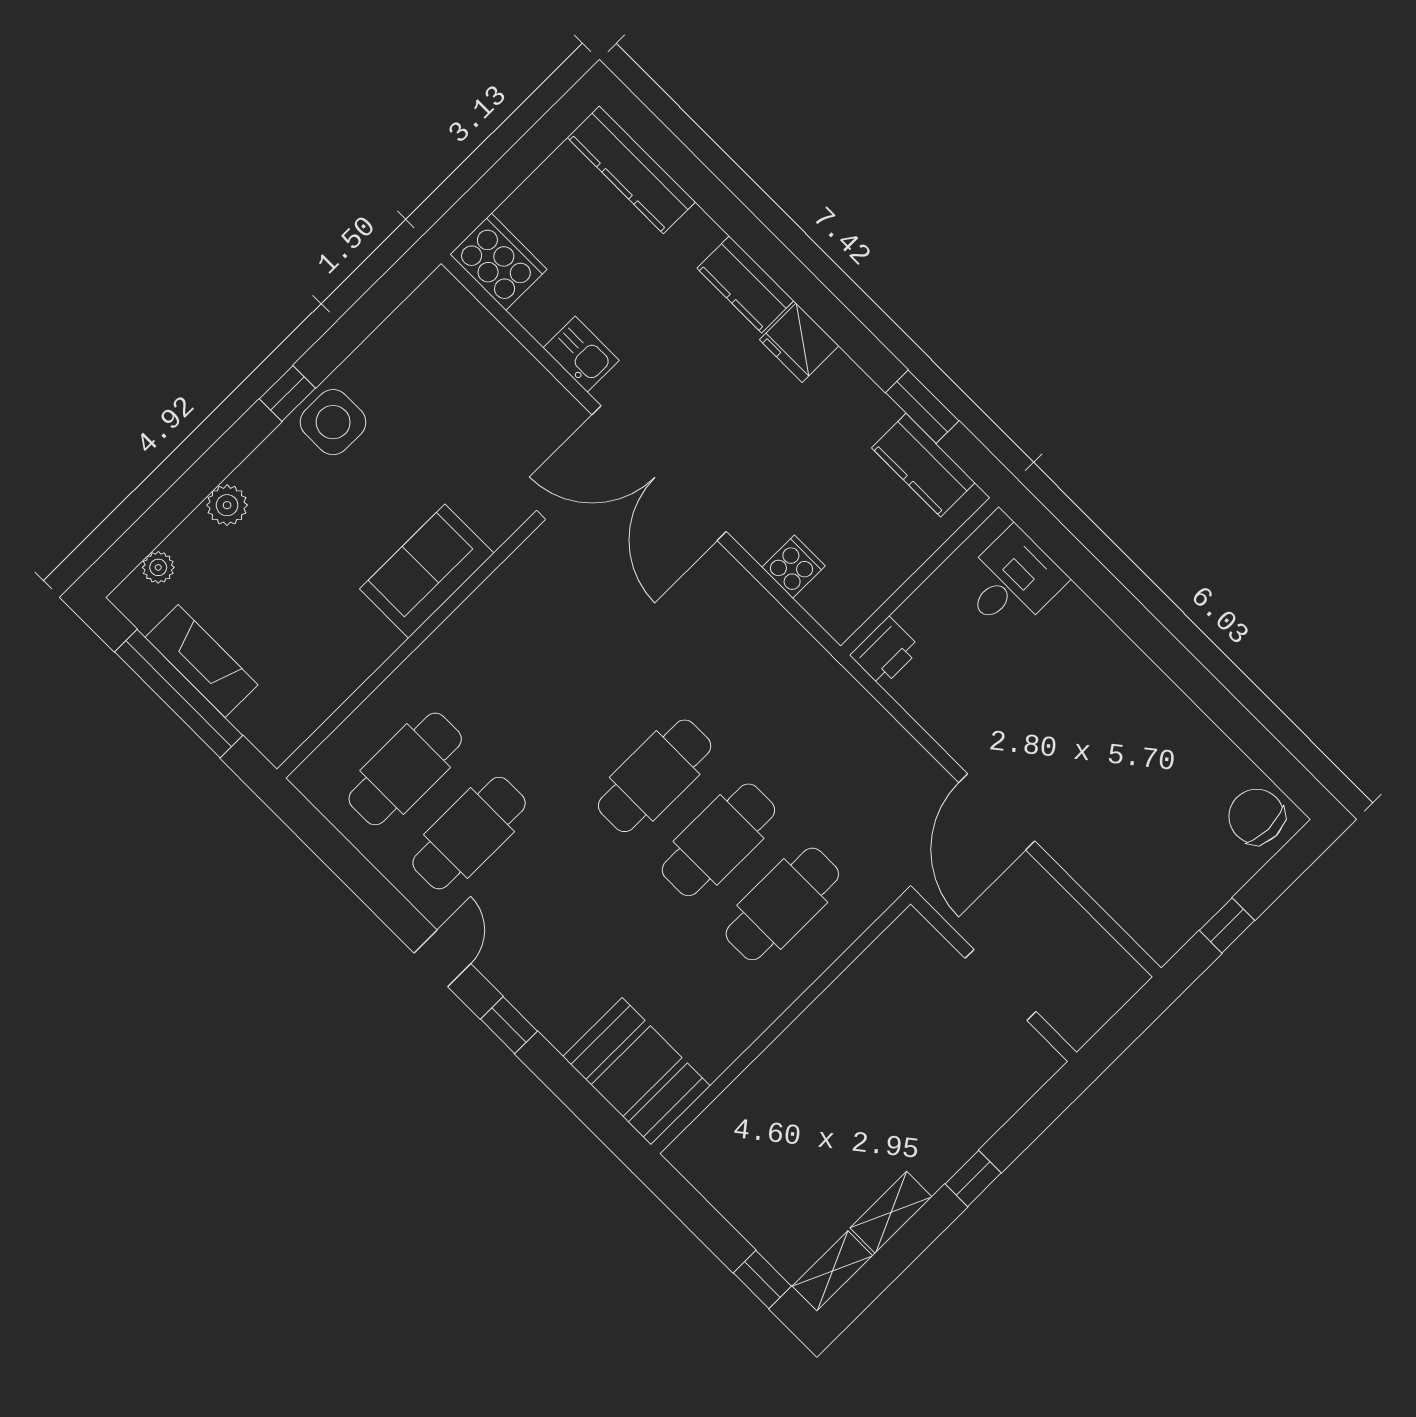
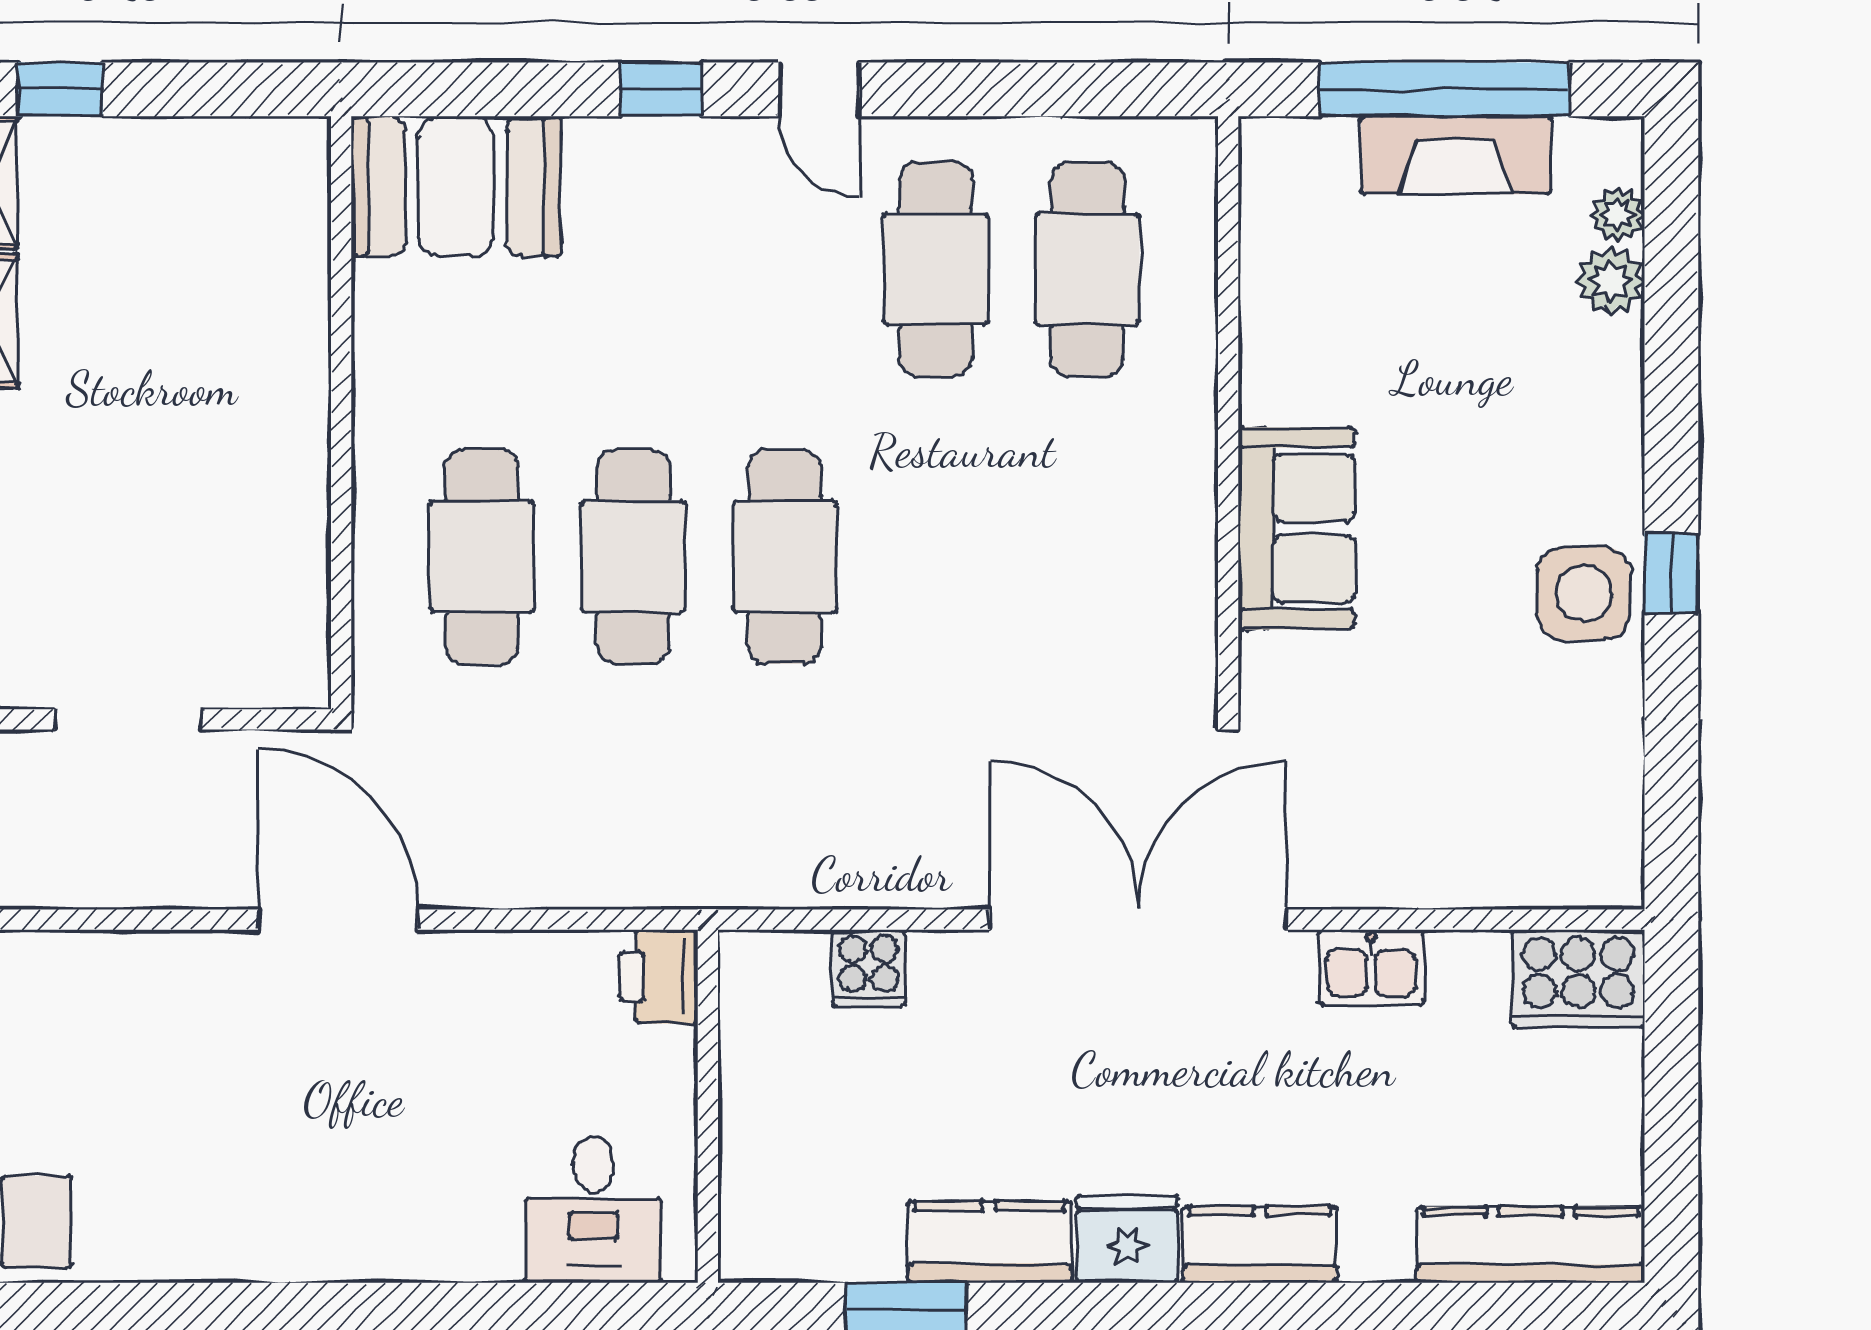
kitchen counter: (923, 465) -> (989, 1242), moved
plant: (227, 505) -> (1610, 281), moved

